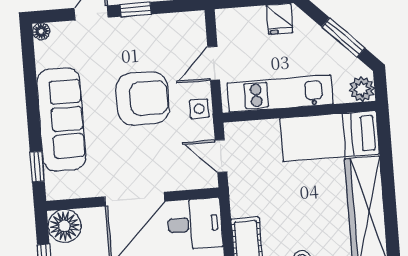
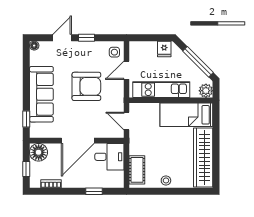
window: (343, 37) -> (198, 62), width x1.44
side table: (199, 109) -> (114, 52), moved

